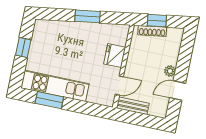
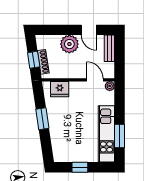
fridge: (115, 56) -> (60, 89), moved
plant: (170, 71) -> (69, 44), width x1.88, depth x1.88
plant: (109, 101) -> (110, 86), added
bench: (133, 106) -> (109, 48), moved

